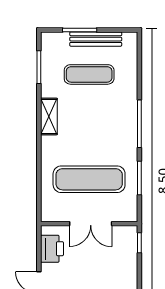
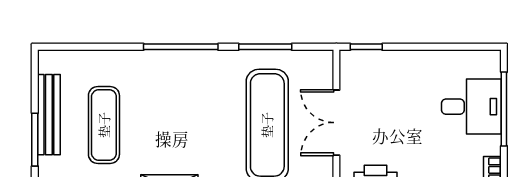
double door: (91, 224) -> (336, 123), swing flipped

